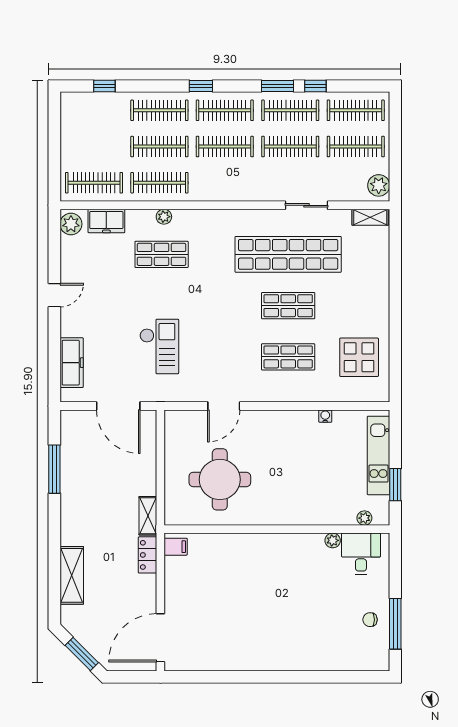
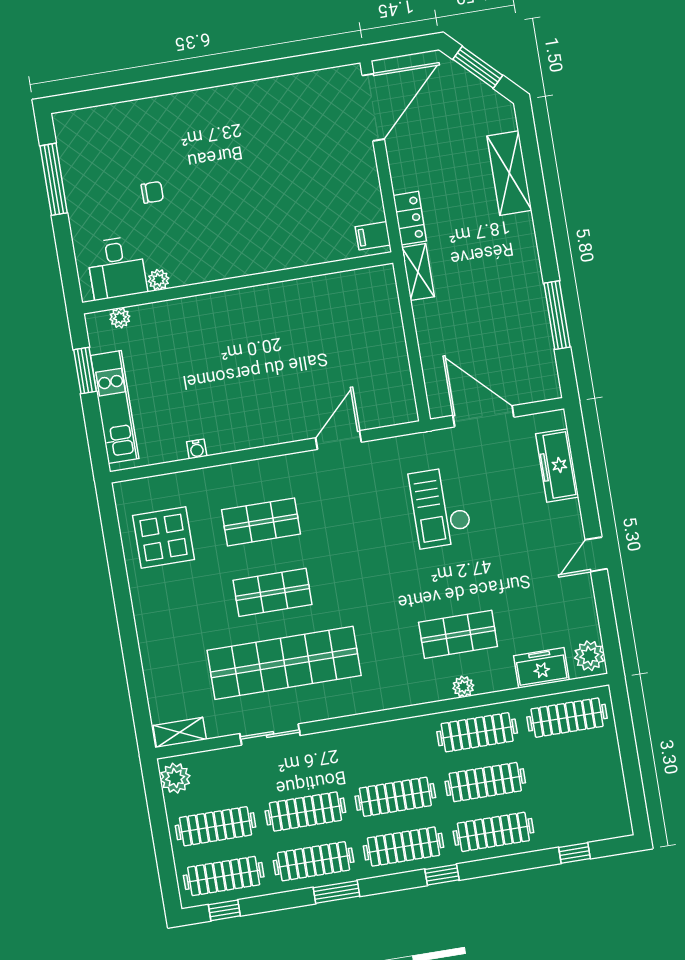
window: (315, 86) -> (224, 910), moved
round table: (220, 479) -> (327, 338), removed
chair: (370, 620) -> (152, 192), moved

